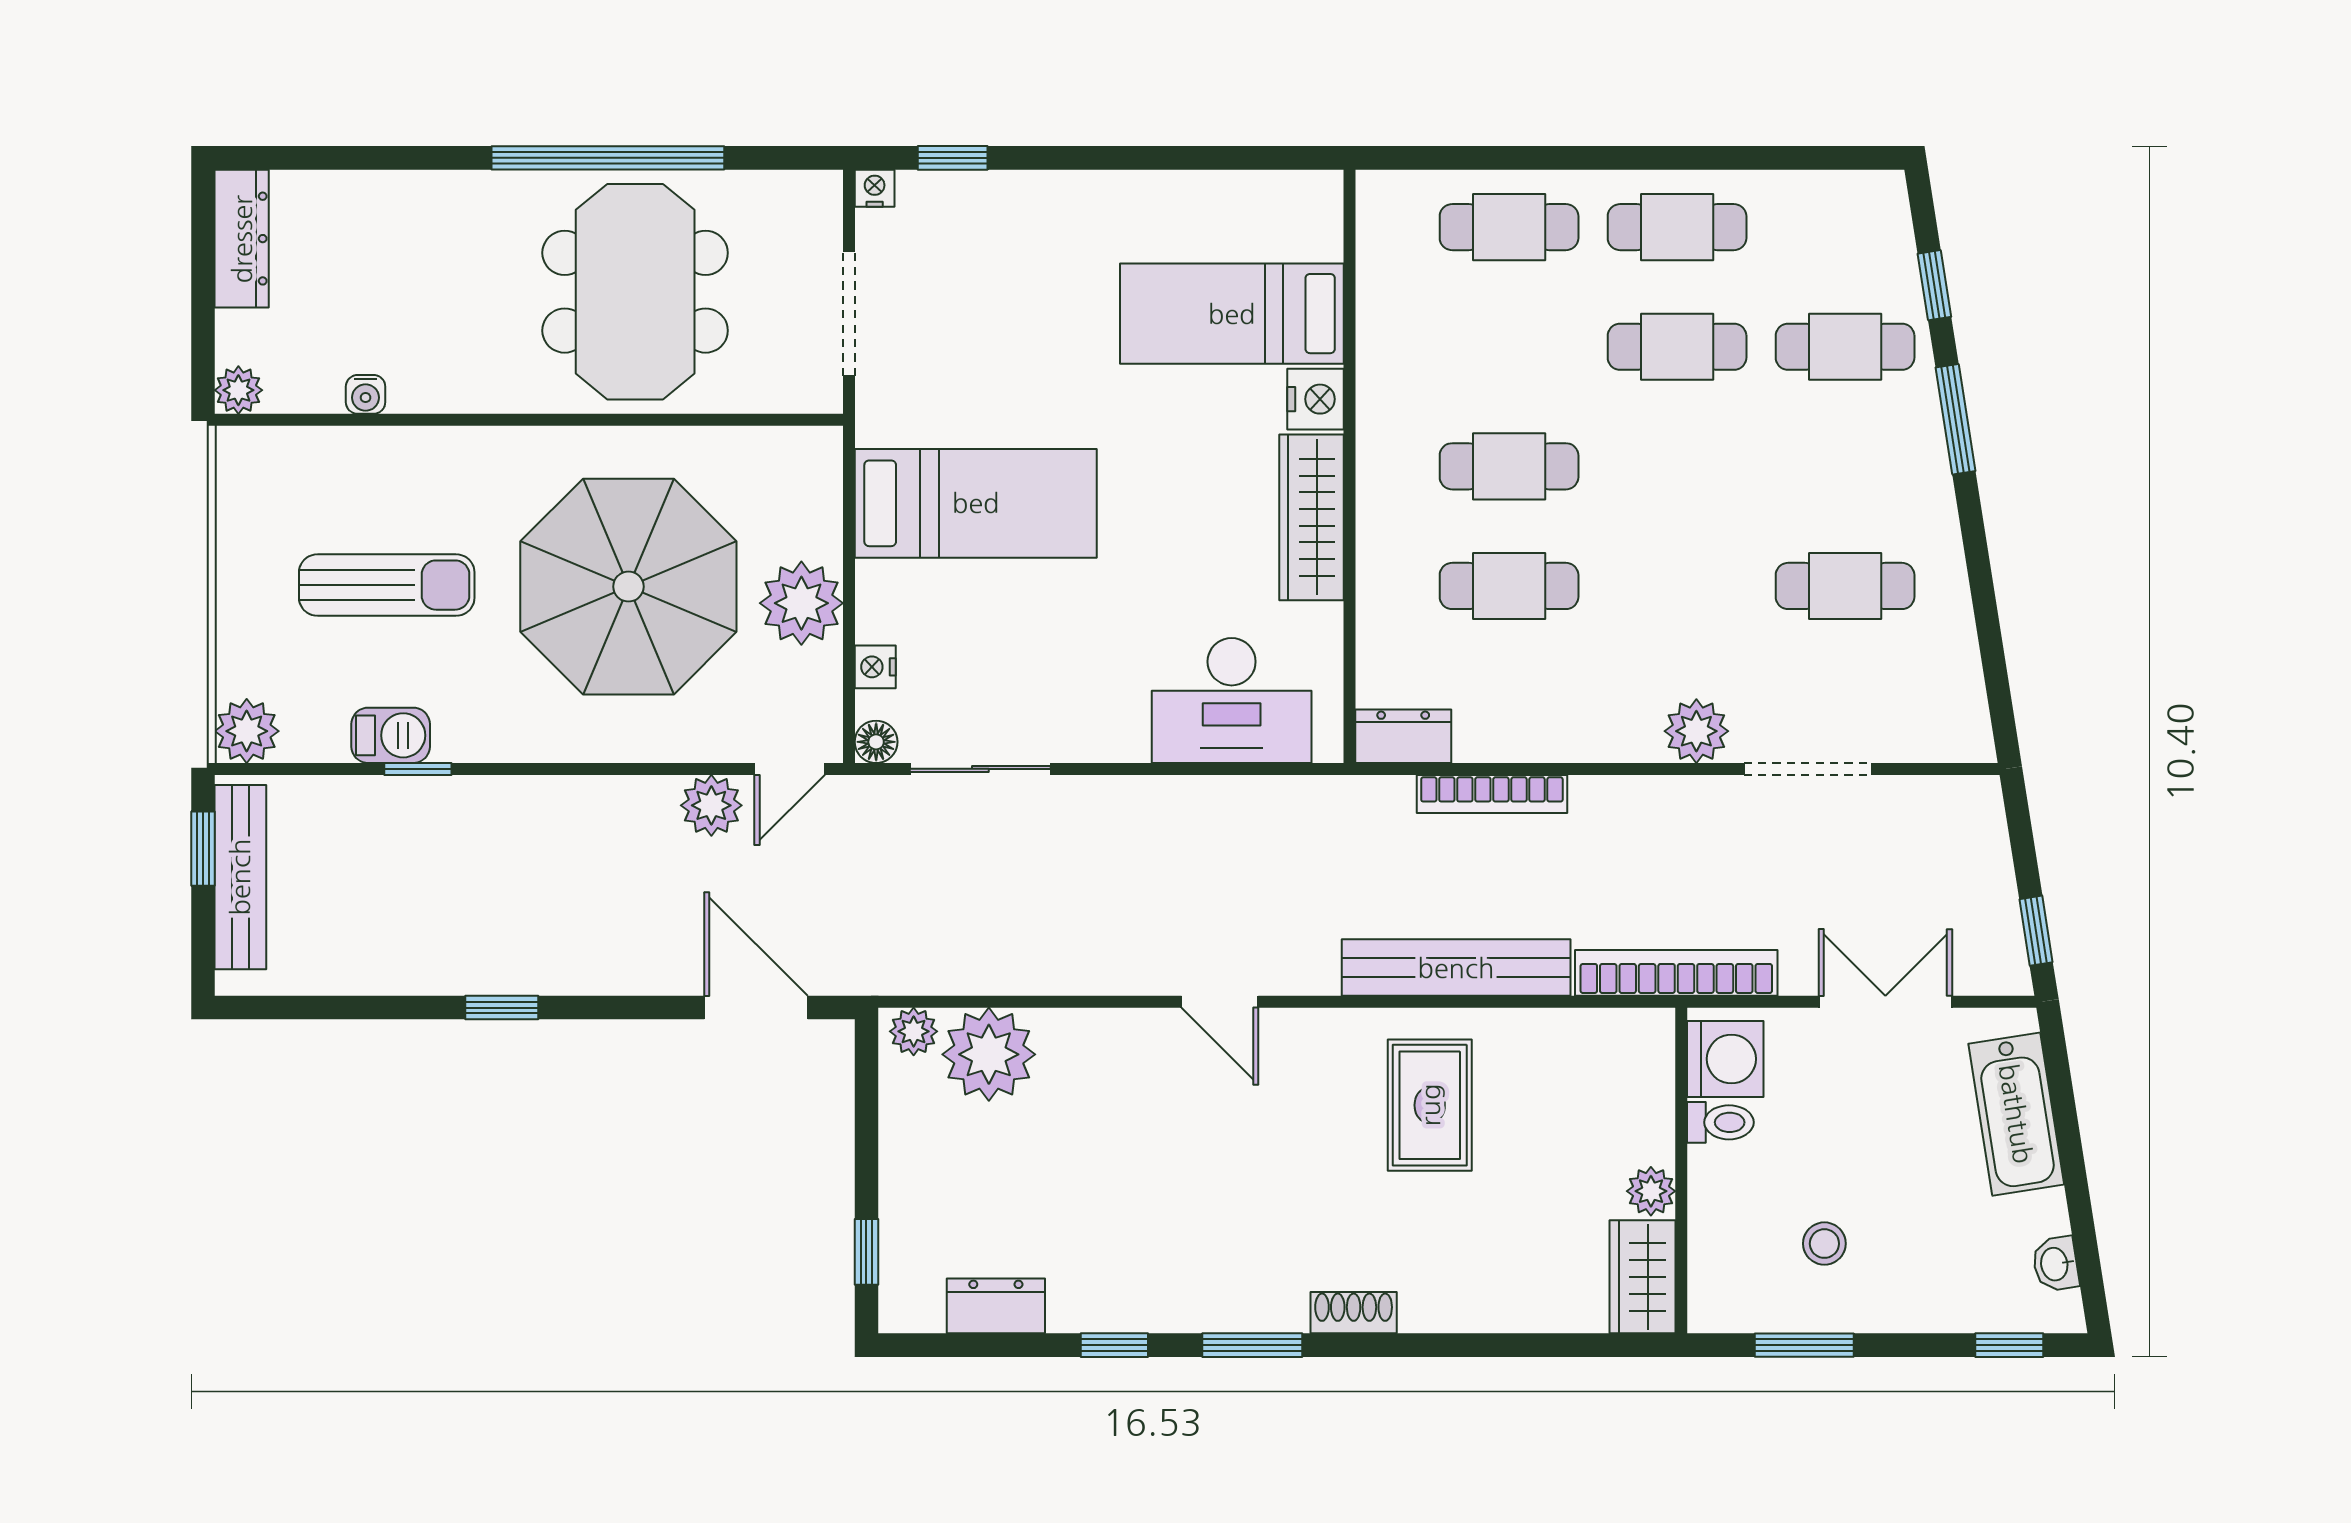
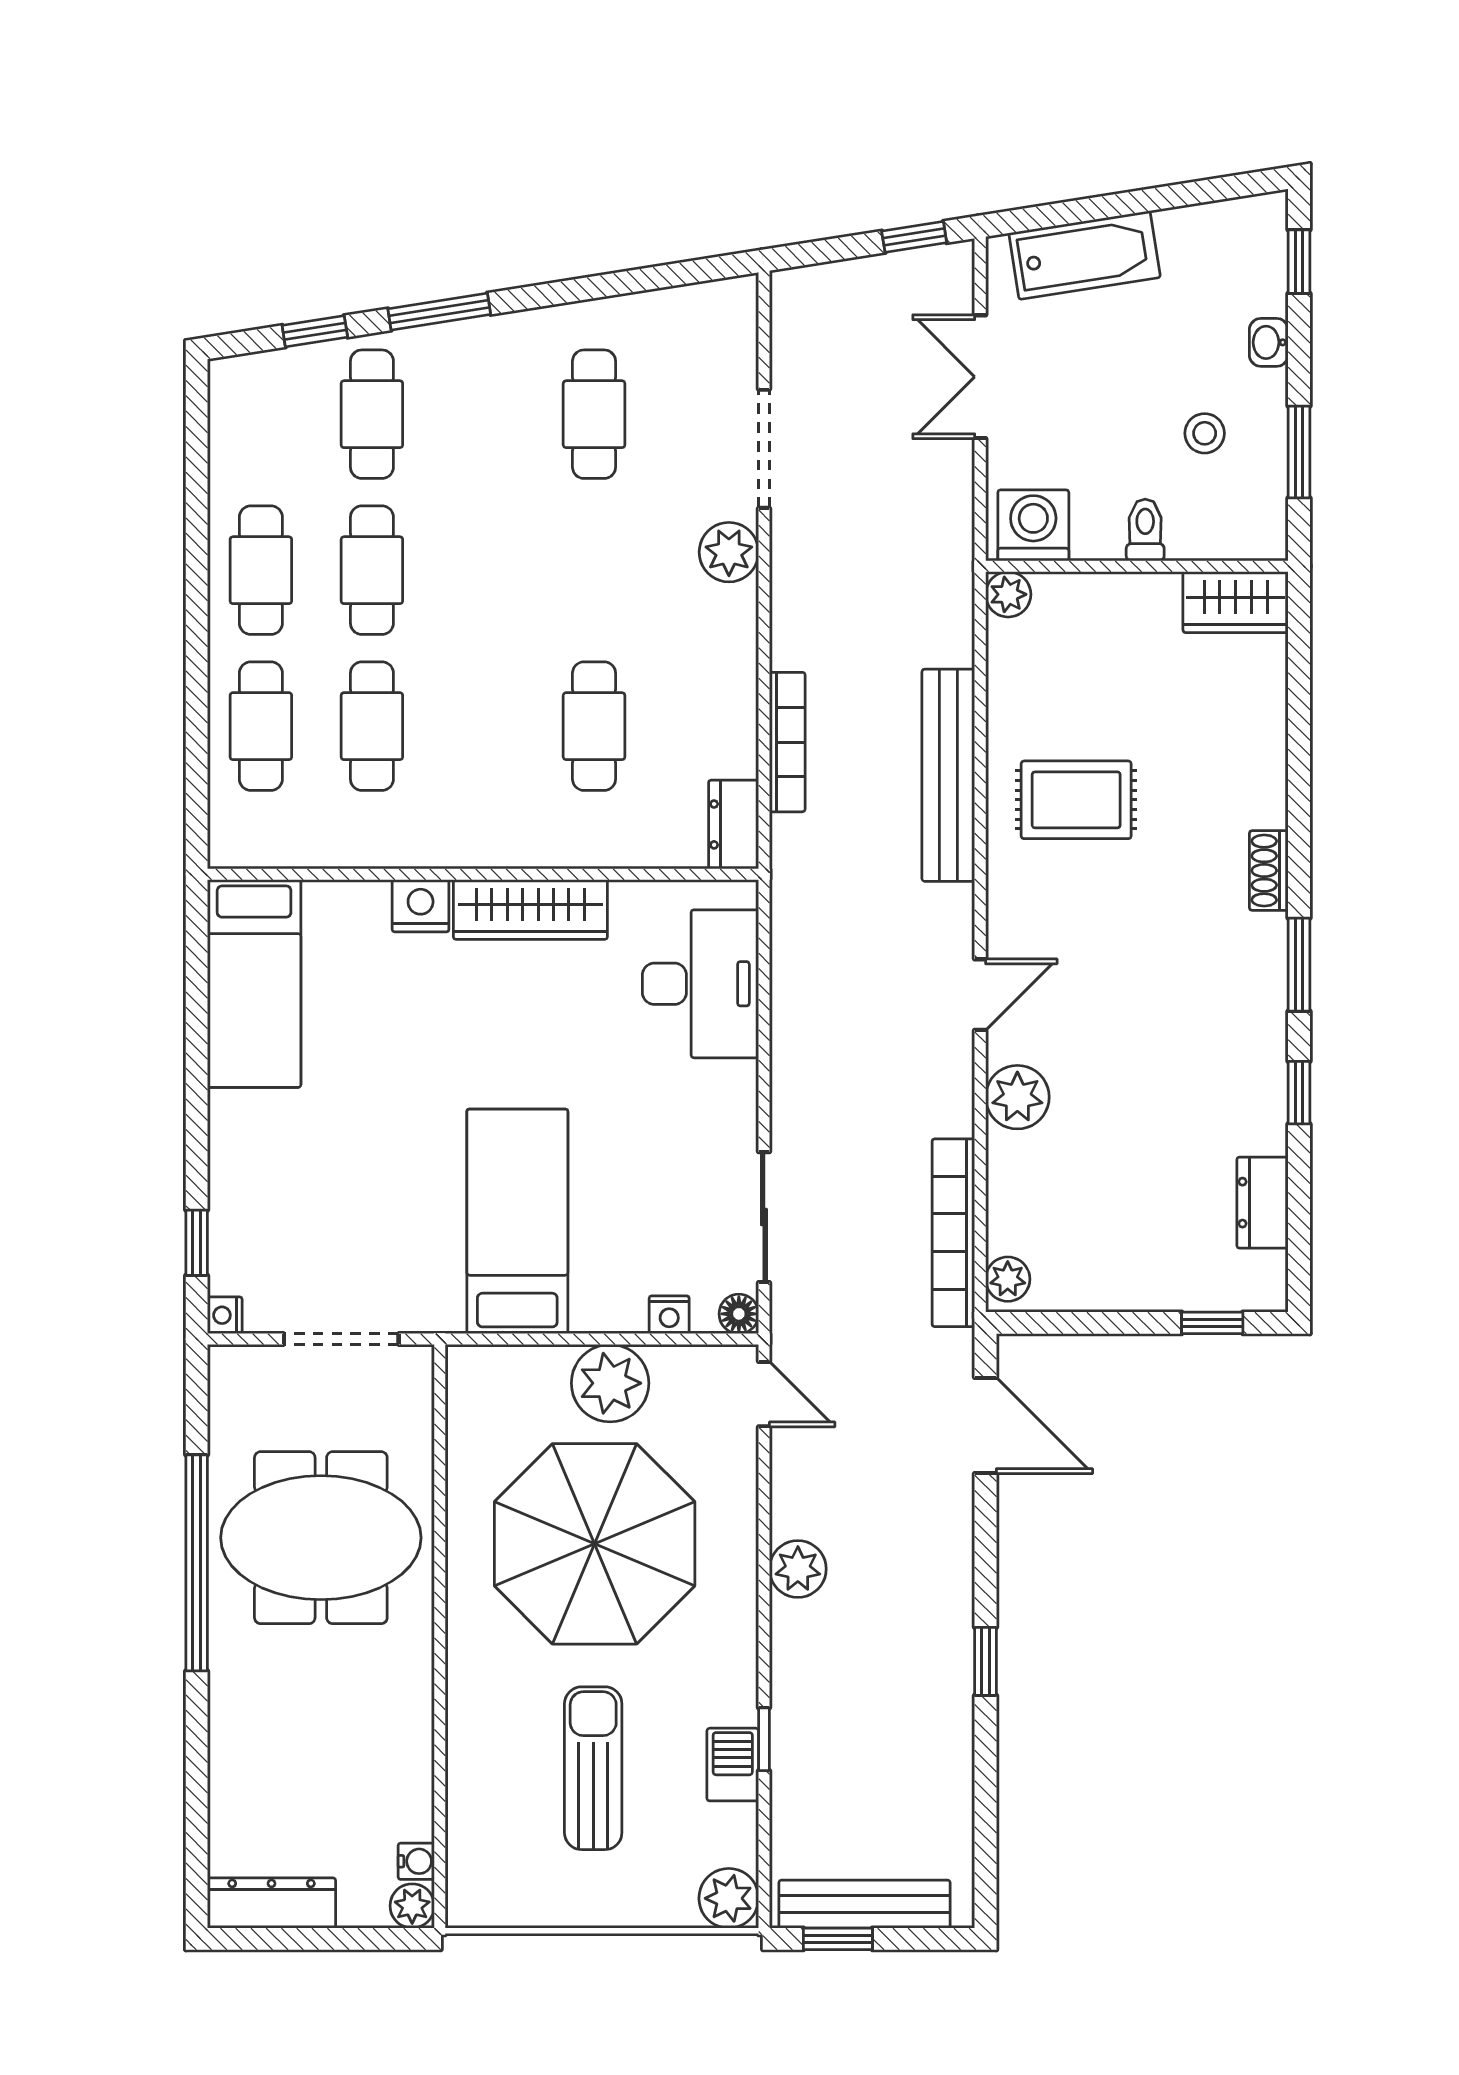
bed: (1232, 314) -> (254, 984), moved
water cooler: (366, 394) -> (416, 1861), moved
cafe table: (1509, 466) -> (372, 726), moved
plant: (711, 805) -> (798, 1569), moved
bookcase: (1676, 973) -> (953, 1233), moved
door: (756, 1008) -> (986, 1425), swing flipped
plant: (989, 1054) -> (1017, 1097), moved, width x0.73, depth x0.73
toilet: (1720, 1122) -> (1145, 530), moved
plant: (1651, 1191) -> (1008, 594), moved
washbasin: (2055, 1264) -> (1269, 342), moved, turned 99

